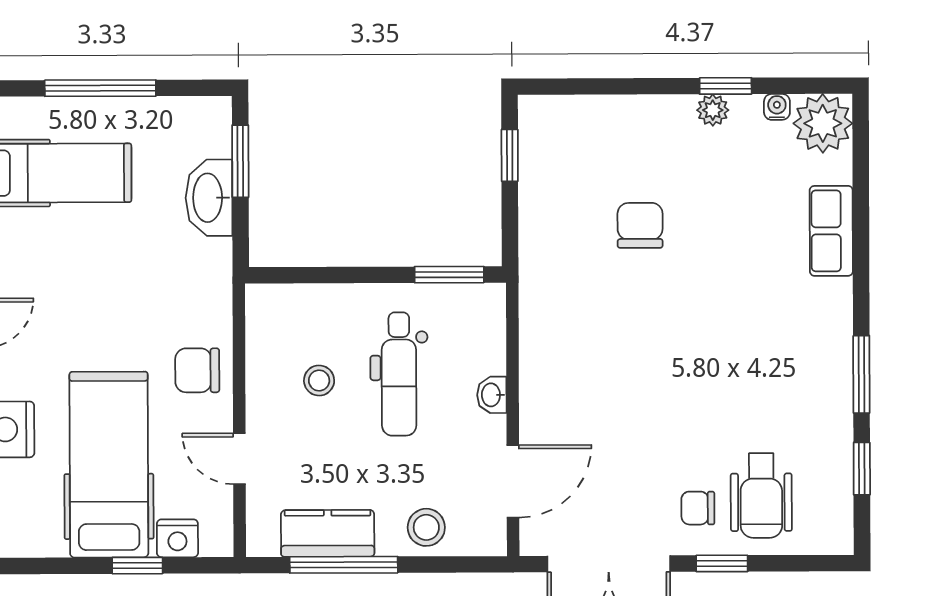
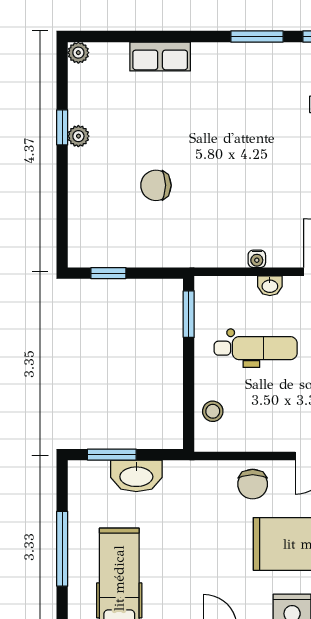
water cooler: (777, 107) -> (257, 259), moved, turned -90
plant: (823, 123) -> (78, 53), width x0.53, depth x0.53
stool: (319, 381) -> (213, 411), moved

